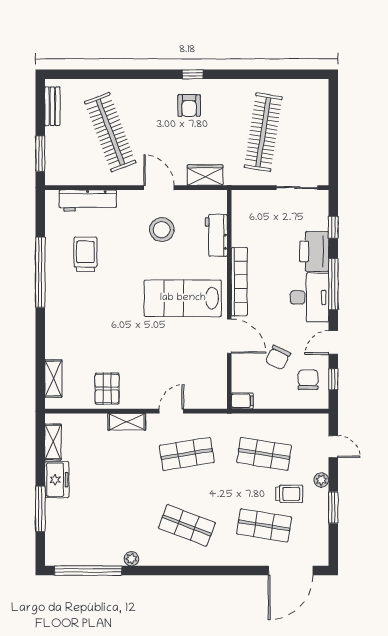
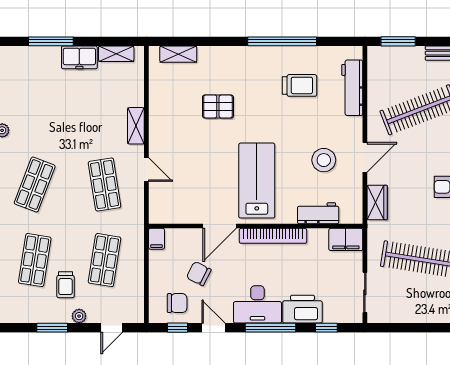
filing cabinet: (243, 207) -> (346, 239), added
pallet: (107, 389) -> (218, 107), moved

